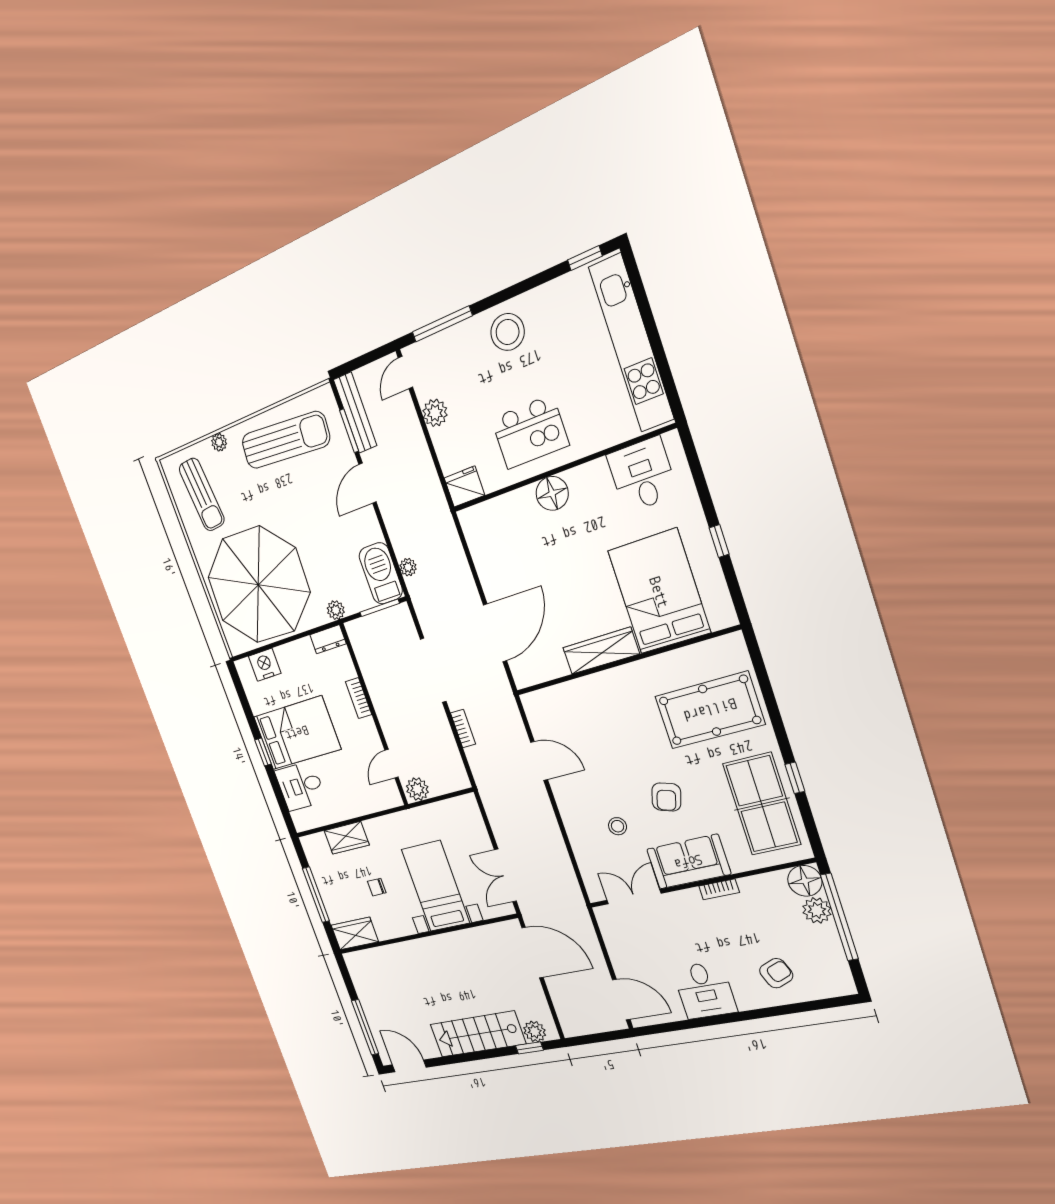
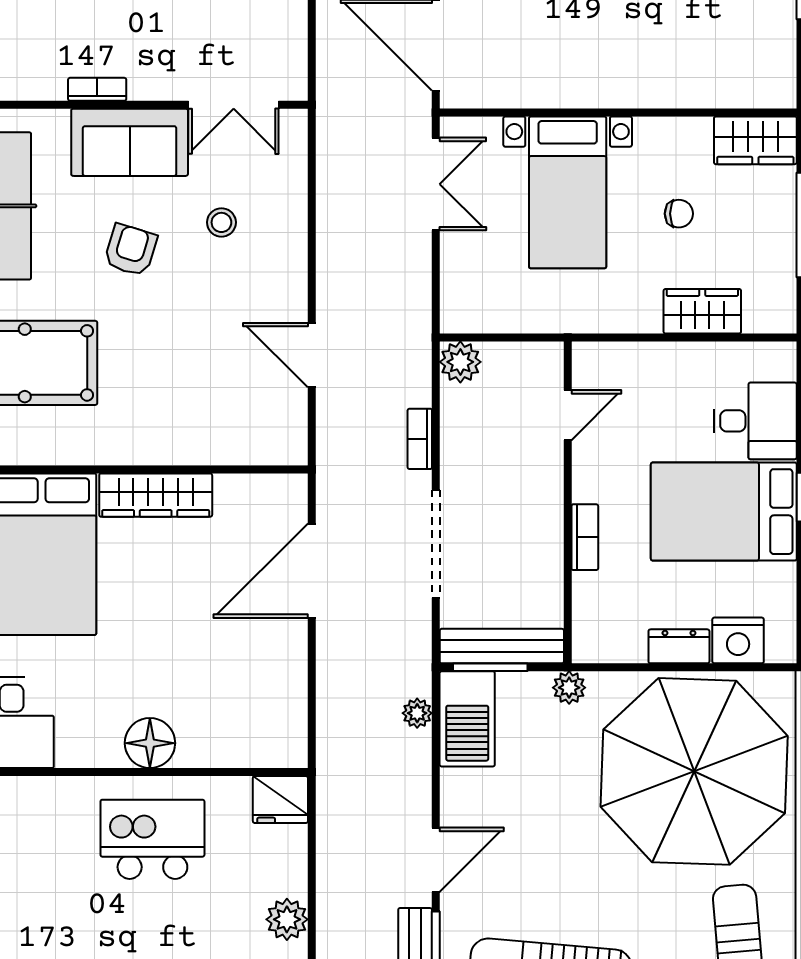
bench: (378, 622) -> (502, 646), added
dresser: (328, 639) -> (679, 646), moved
plant: (417, 789) -> (460, 362), moved

